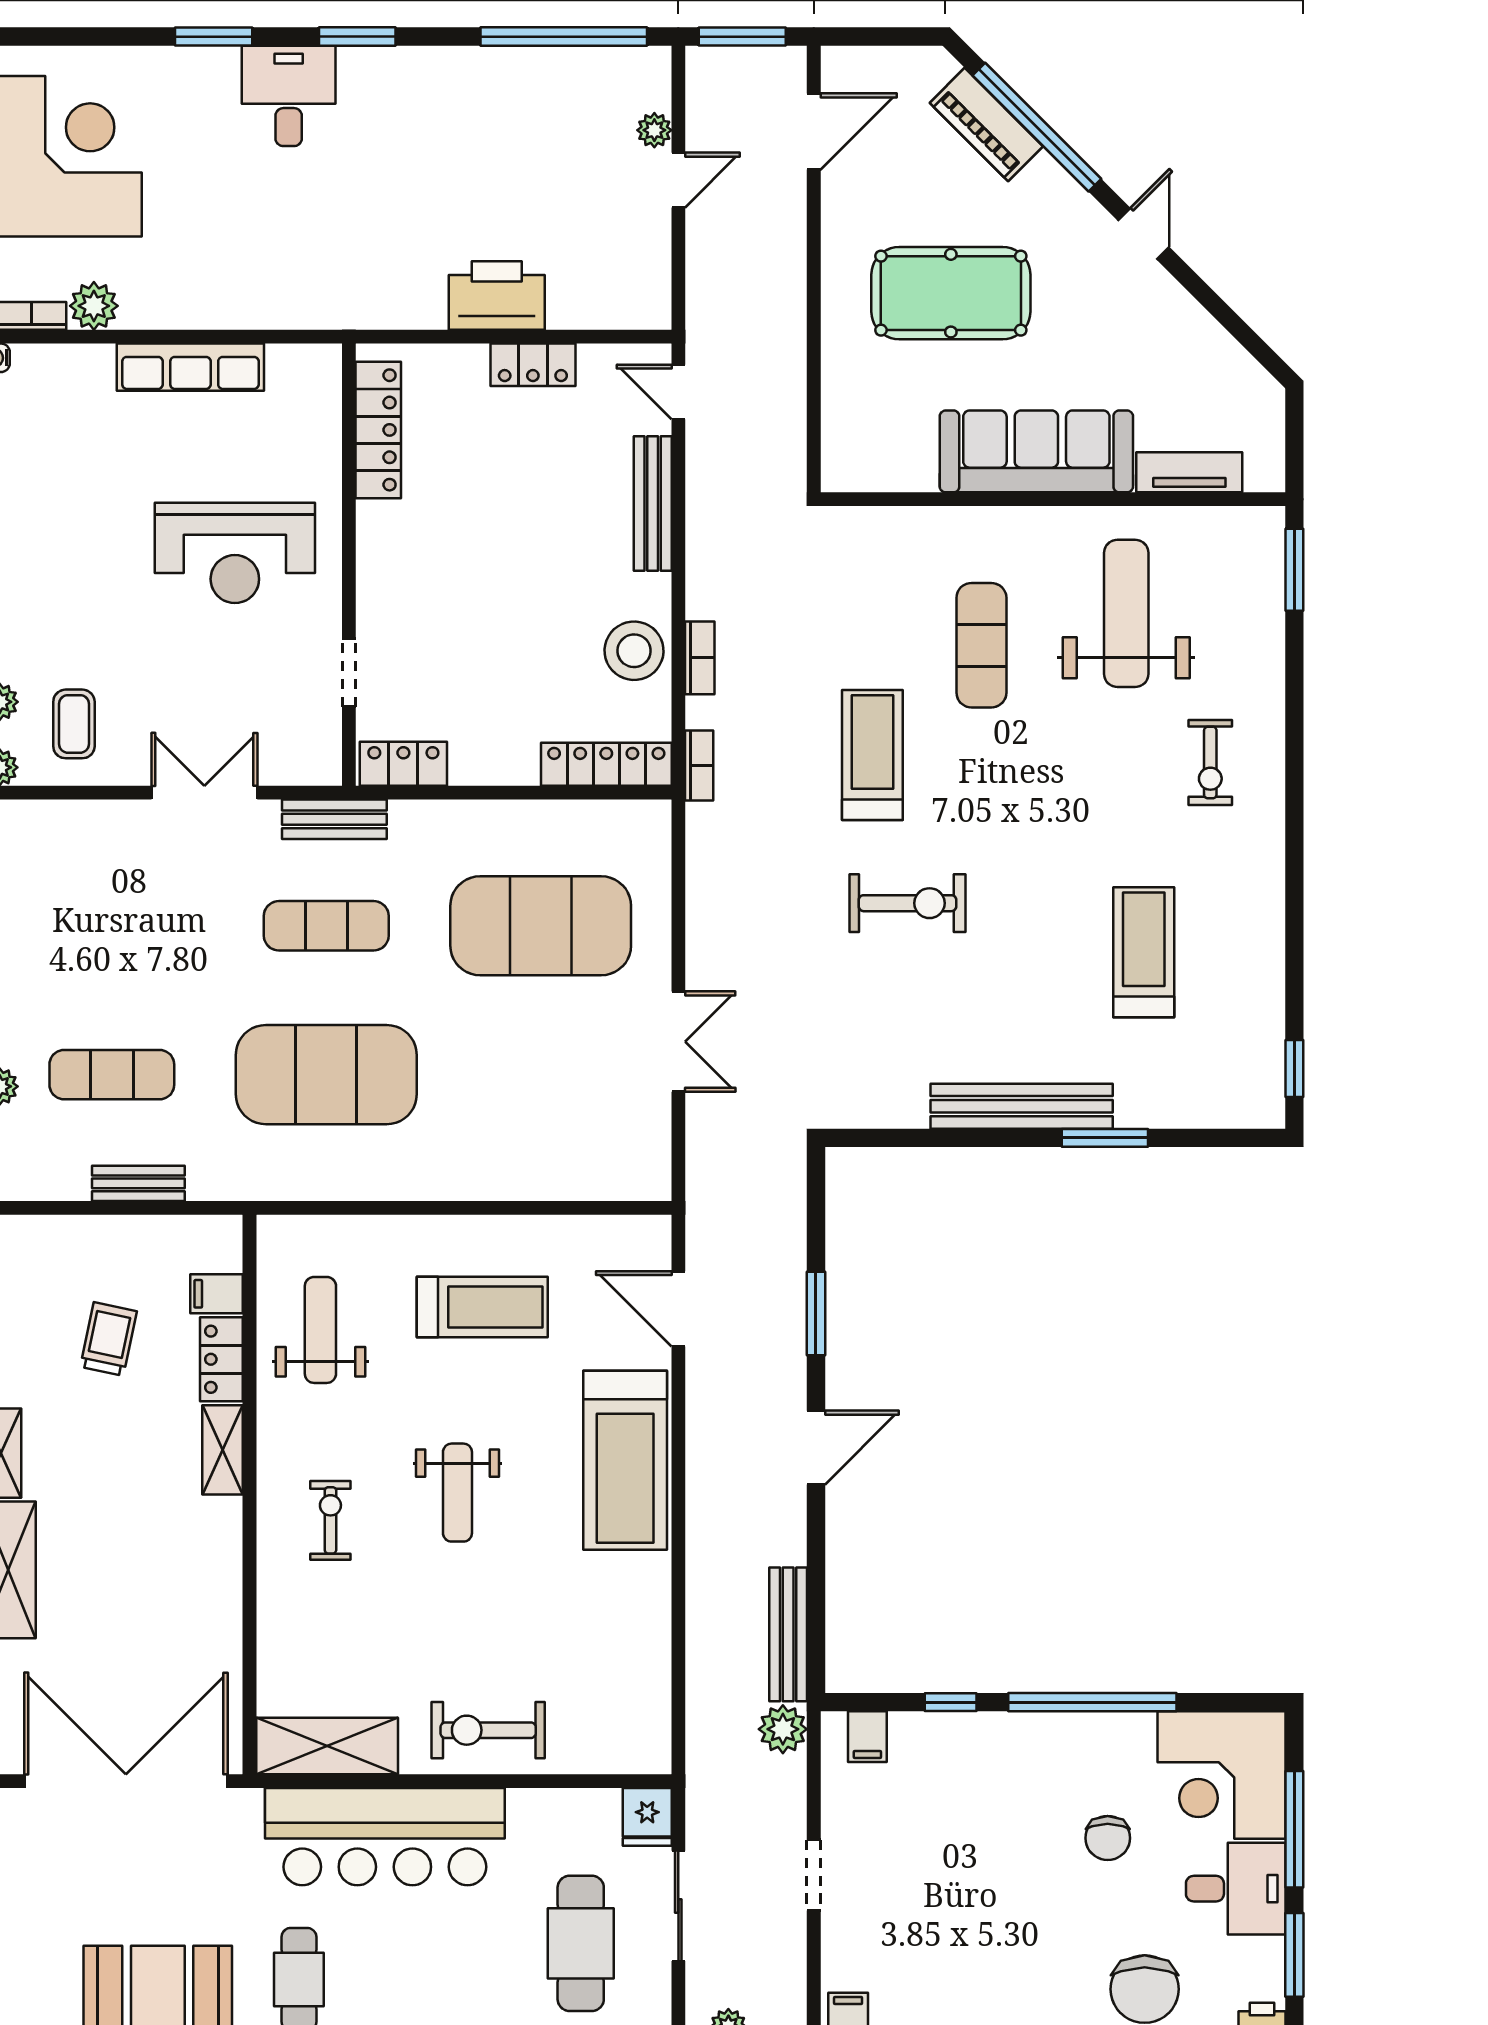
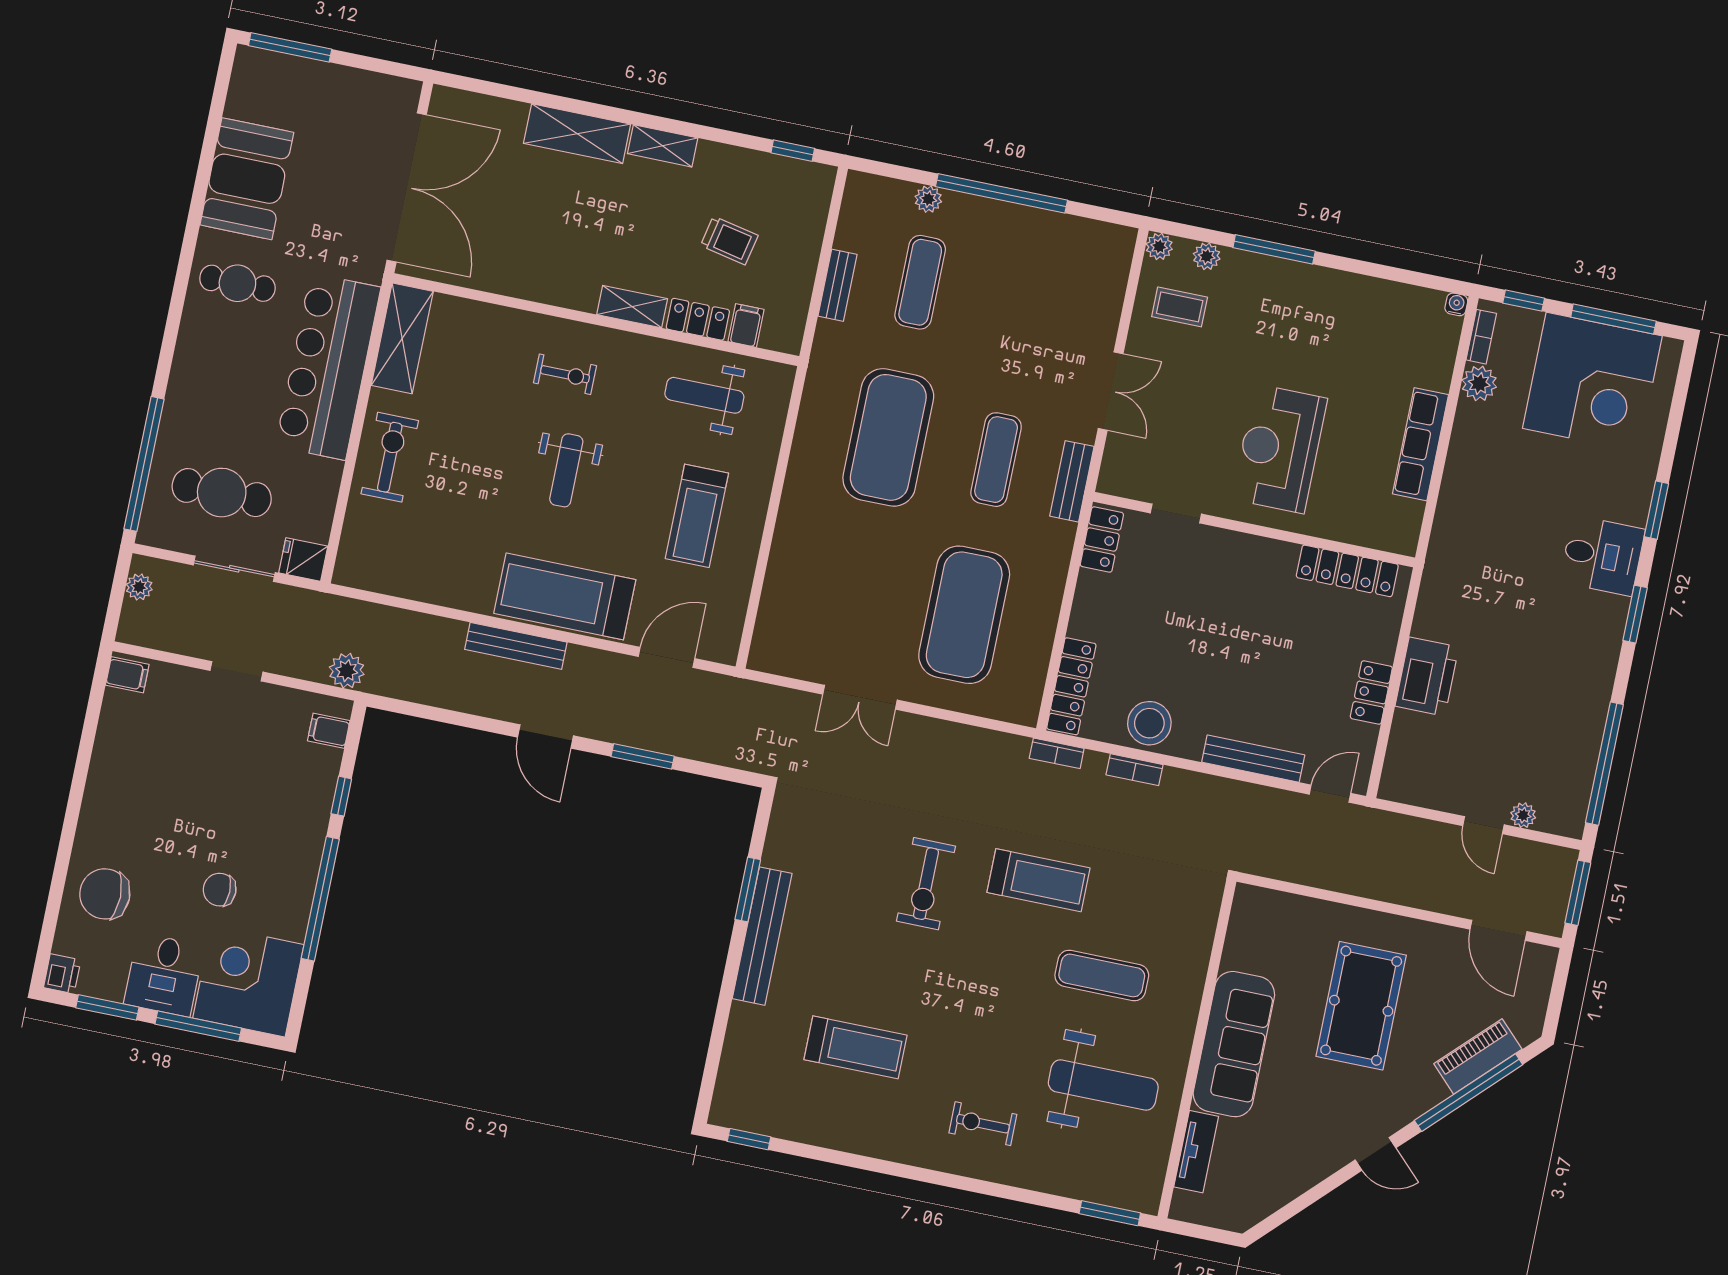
window: (1105, 1138) -> (748, 890), moved
weight bench: (320, 1330) -> (704, 395), turned 180
weight bench: (457, 1493) -> (566, 470), turned -90
bench: (788, 1634) -> (516, 646), moved

